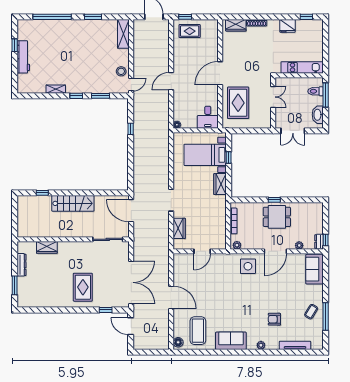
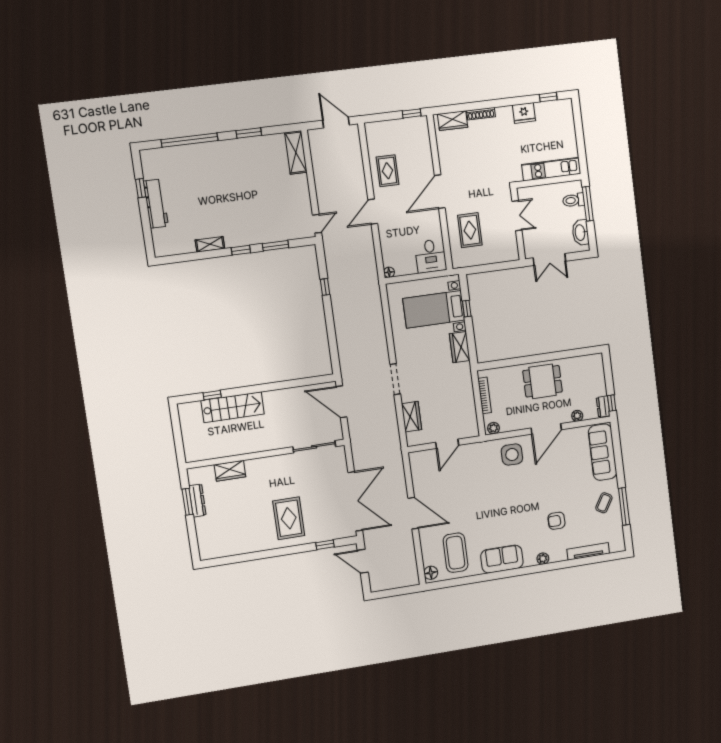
window: (185, 17) -> (412, 113), moved
rug: (190, 31) -> (387, 171), moved, turned 90
stool: (121, 71) -> (300, 207), removed
rug: (238, 103) -> (470, 230), width x0.73, depth x0.70
window: (274, 200) -> (536, 359), removed
stairs: (73, 203) -> (233, 407), moved
sofa: (315, 269) -> (602, 452), width x1.36
window: (15, 285) -> (187, 502), moved

